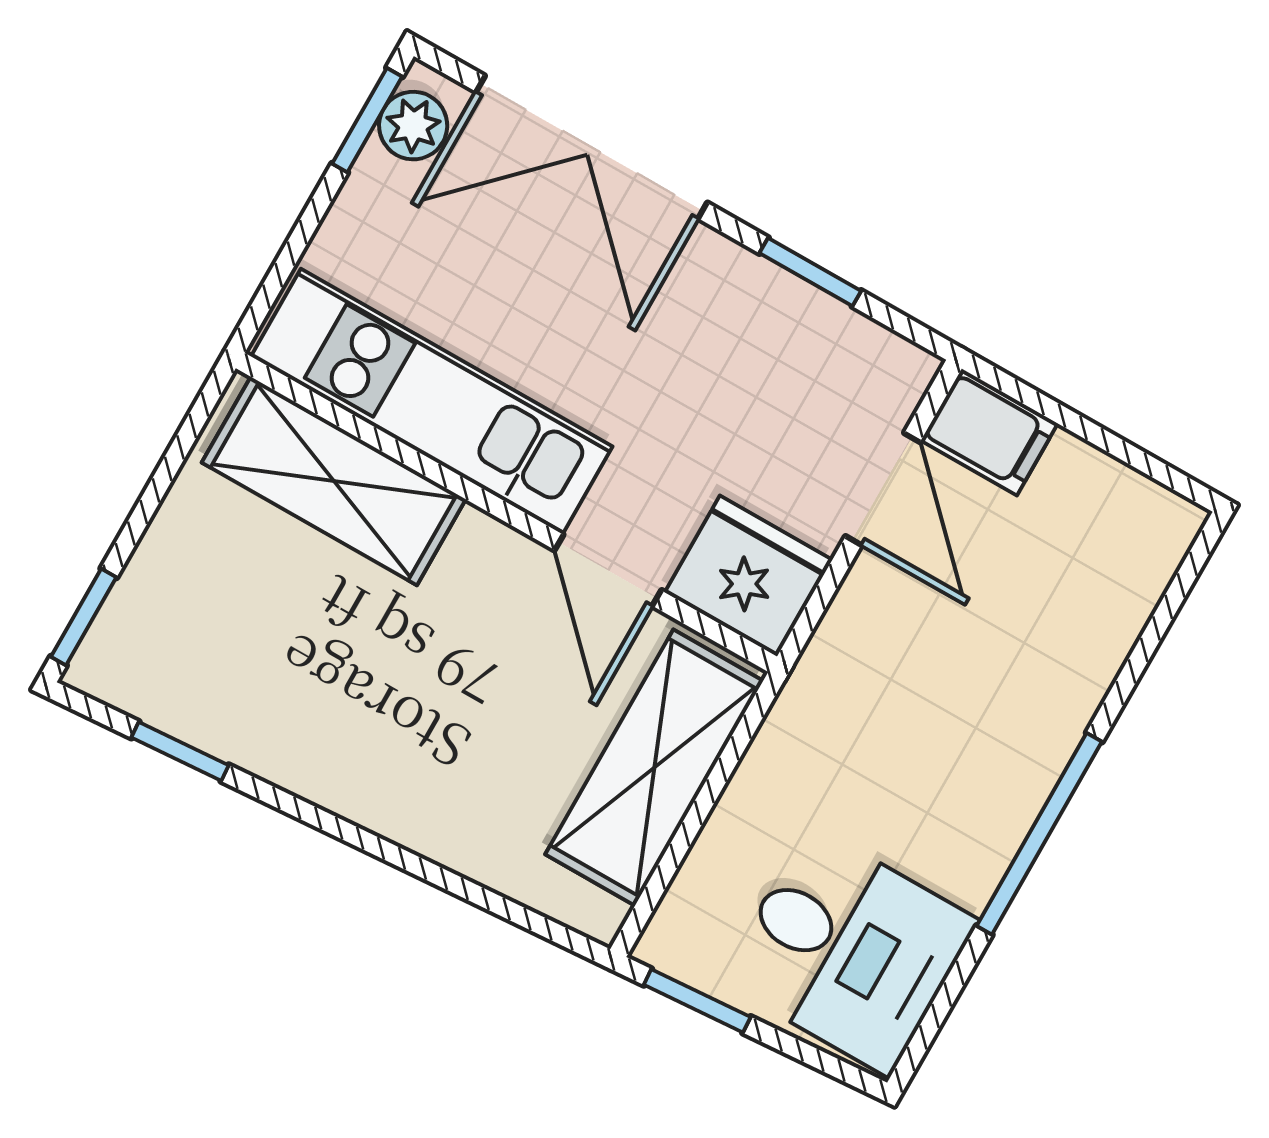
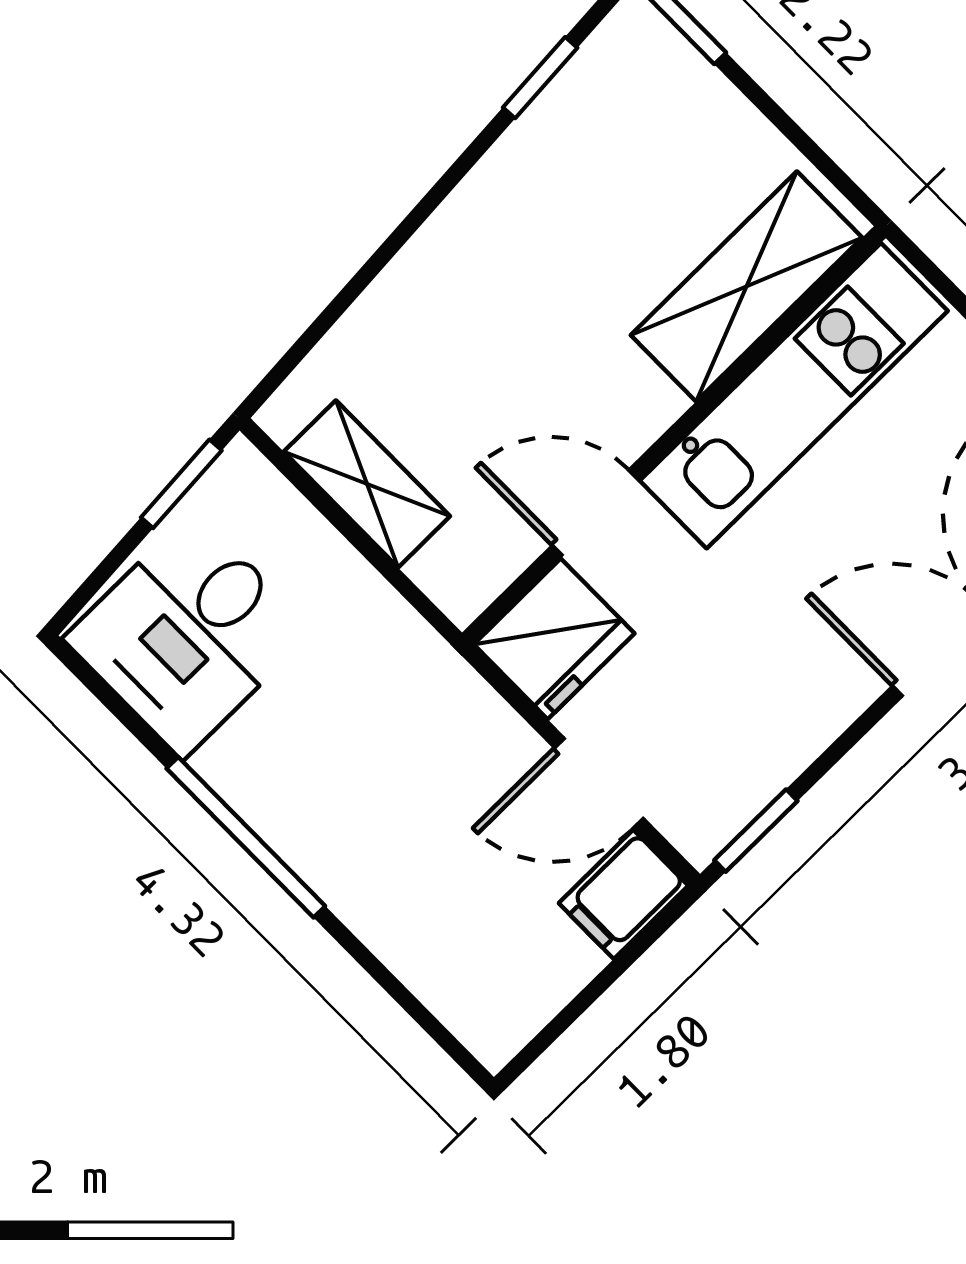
window: (810, 272) -> (756, 831), moved
shelving: (654, 768) -> (367, 484), width x0.67, depth x0.75

